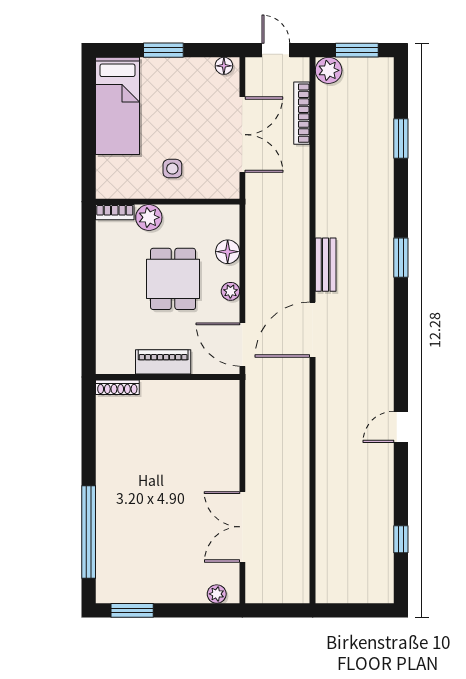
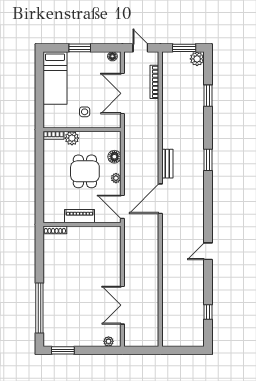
plant: (329, 70) -> (197, 59), moved
double door: (242, 135) -> (122, 93), swing flipped

